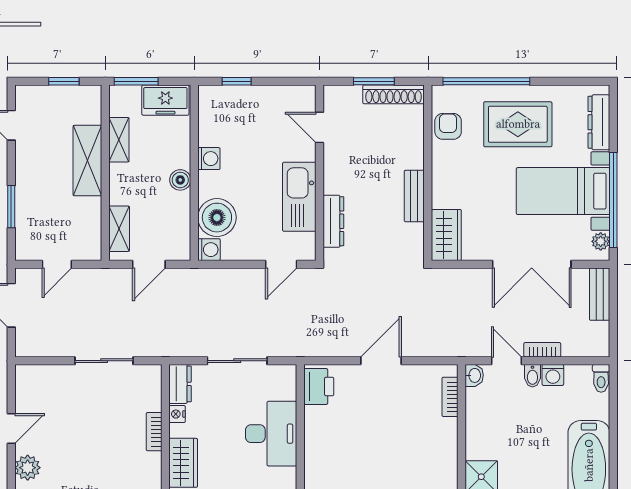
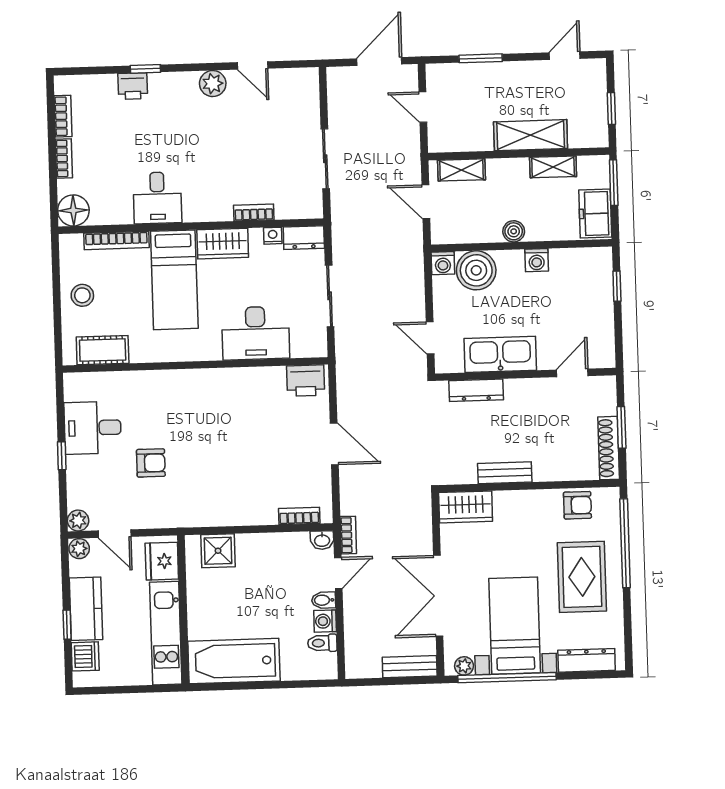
bookcase: (542, 350) -> (348, 535), moved
toilet: (601, 378) -> (322, 643), moved

